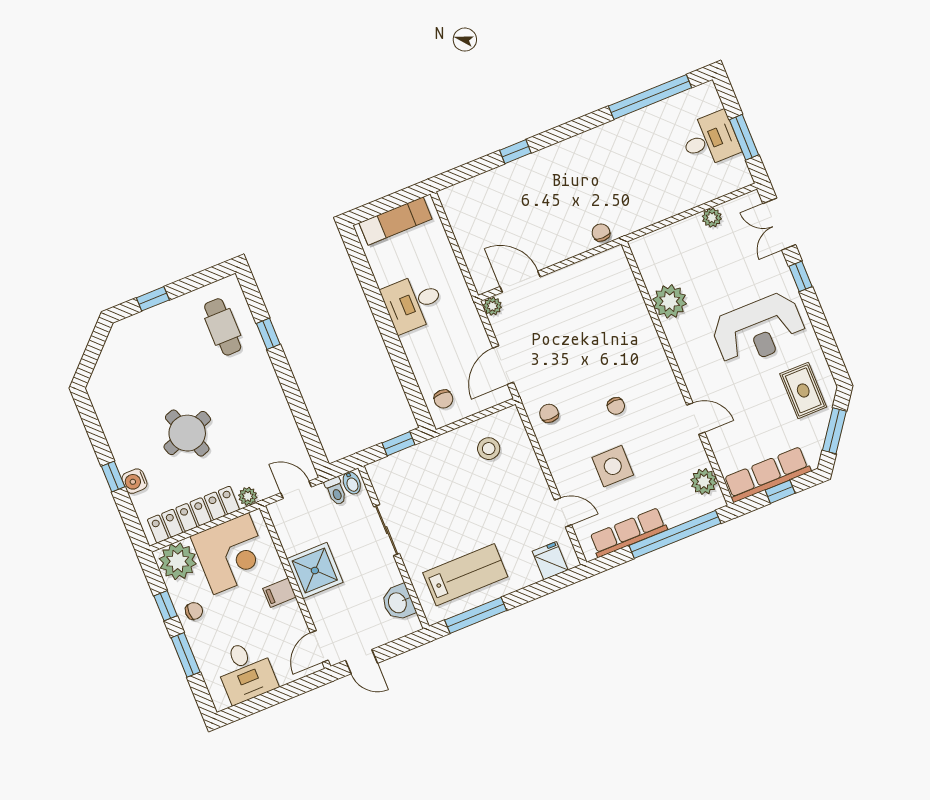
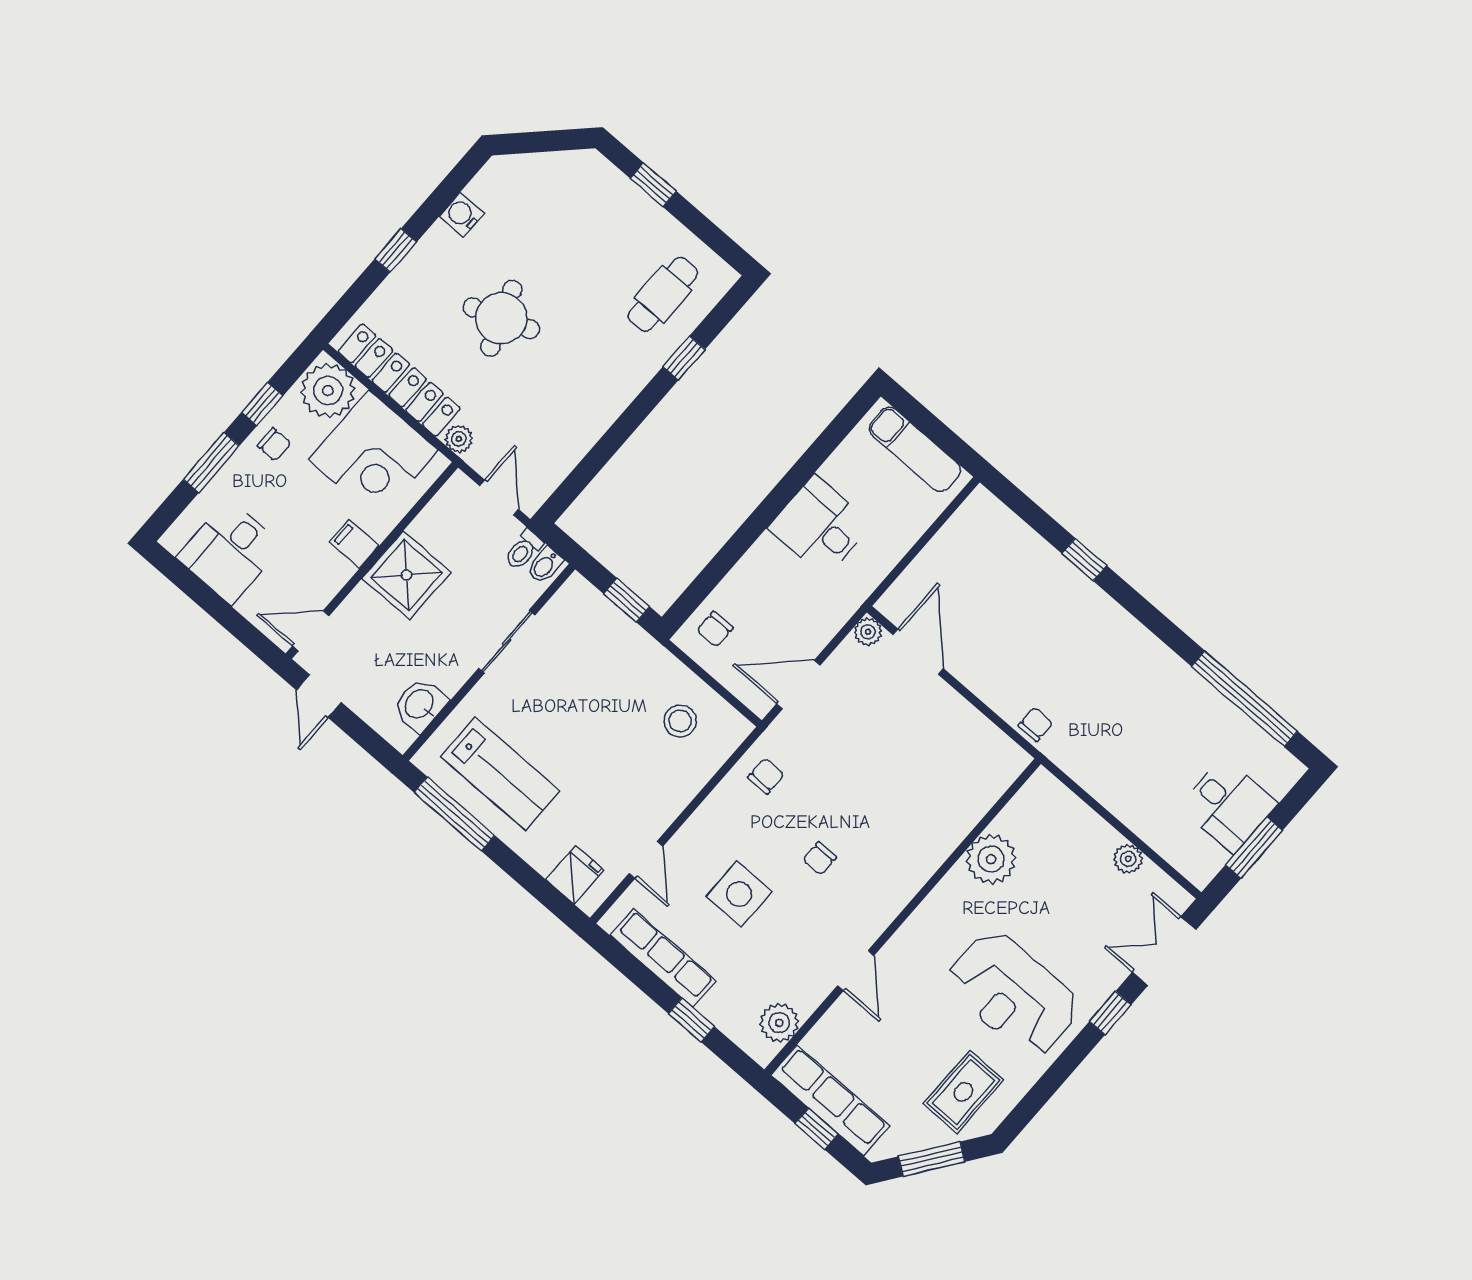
water cooler: (134, 481) -> (462, 215), moved
window: (675, 534) -> (691, 1020), width x0.32

